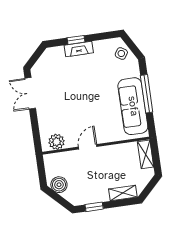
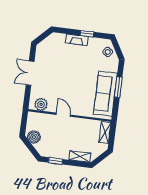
window: (76, 40) -> (87, 34), moved
double door: (30, 93) -> (30, 73), moved
window: (147, 94) -> (118, 87), width x0.69
door: (88, 147) -> (63, 115), hinge flipped

